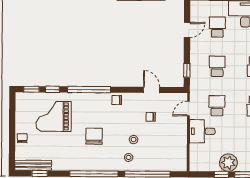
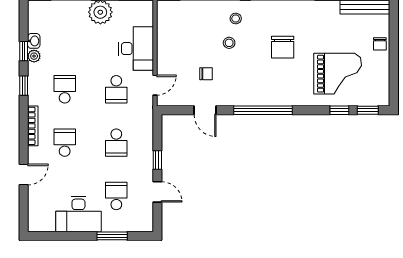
school desk: (217, 27) -> (116, 196), turned 180
door: (187, 30) -> (157, 192), swing flipped
window: (187, 70) -> (157, 160), moved
window: (89, 90) -> (263, 110), moved
chair: (117, 100) -> (252, 96), removed
desk: (202, 131) -> (136, 49), width x1.37

